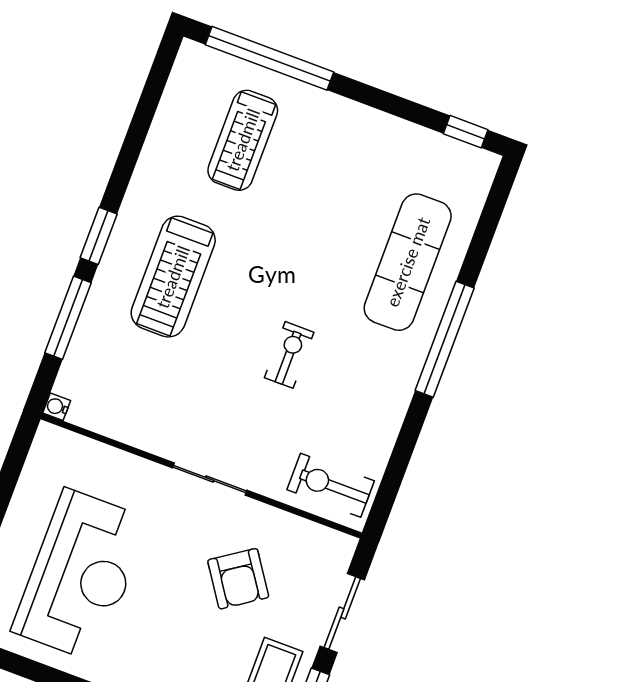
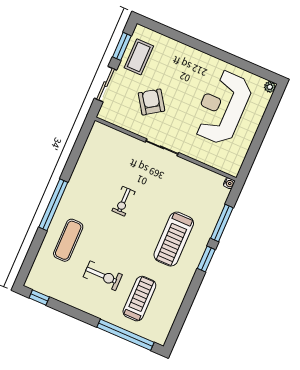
exercise mat: (408, 262) -> (68, 240), width x0.73, depth x0.69
treadmill: (173, 277) -> (174, 239), turned 180
exercise bike: (331, 485) -> (103, 276), moved

